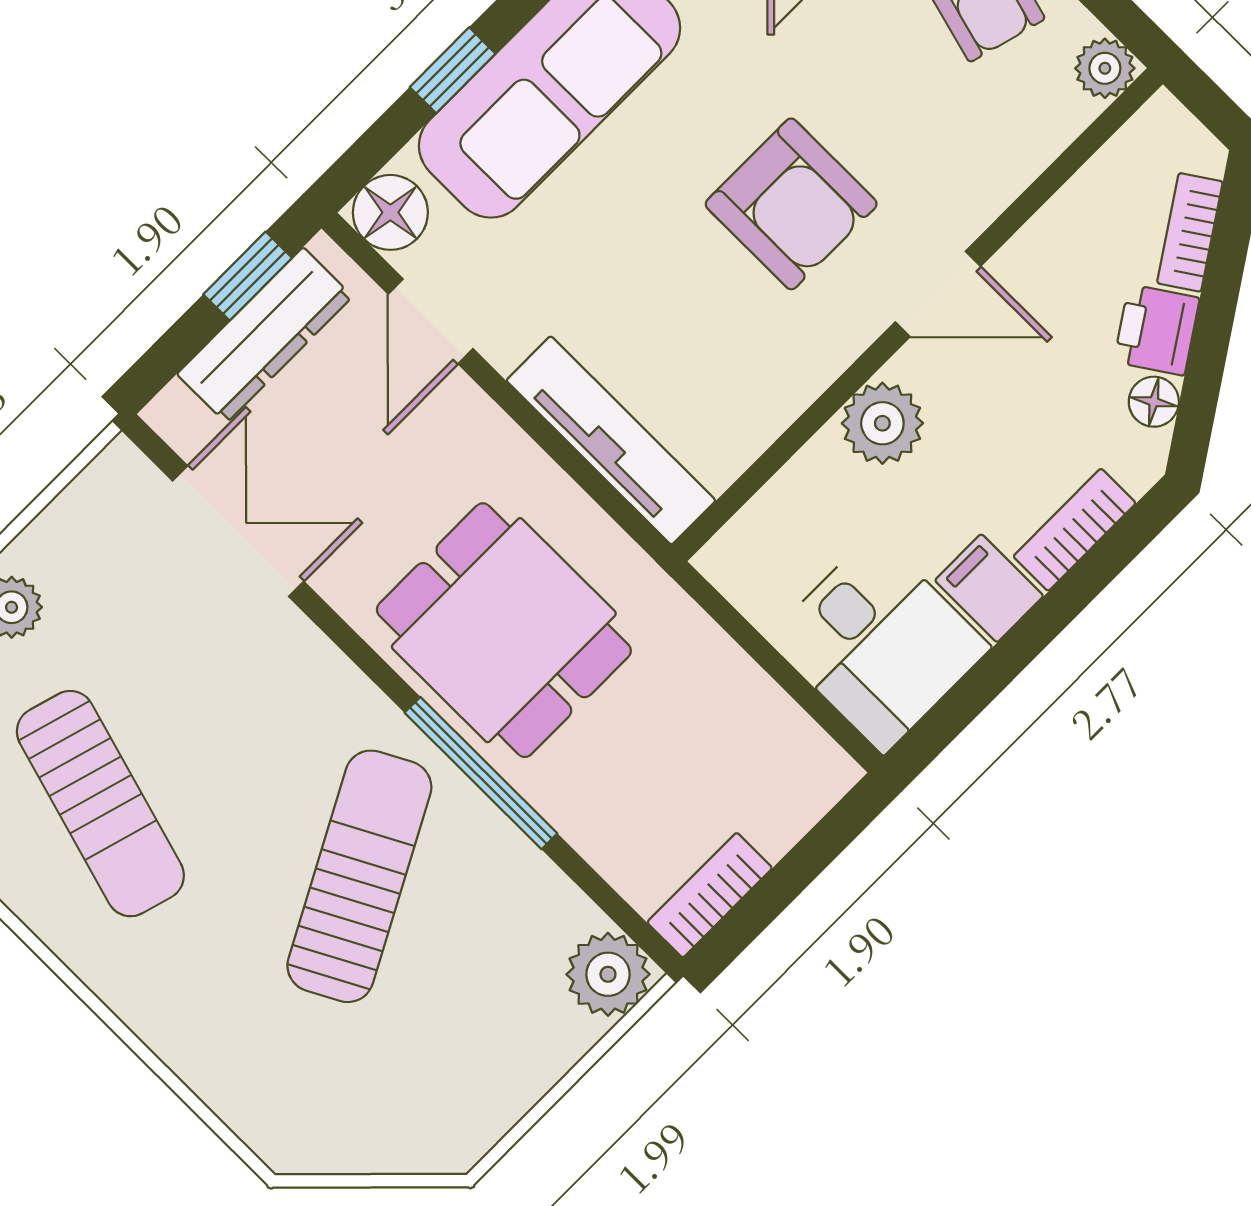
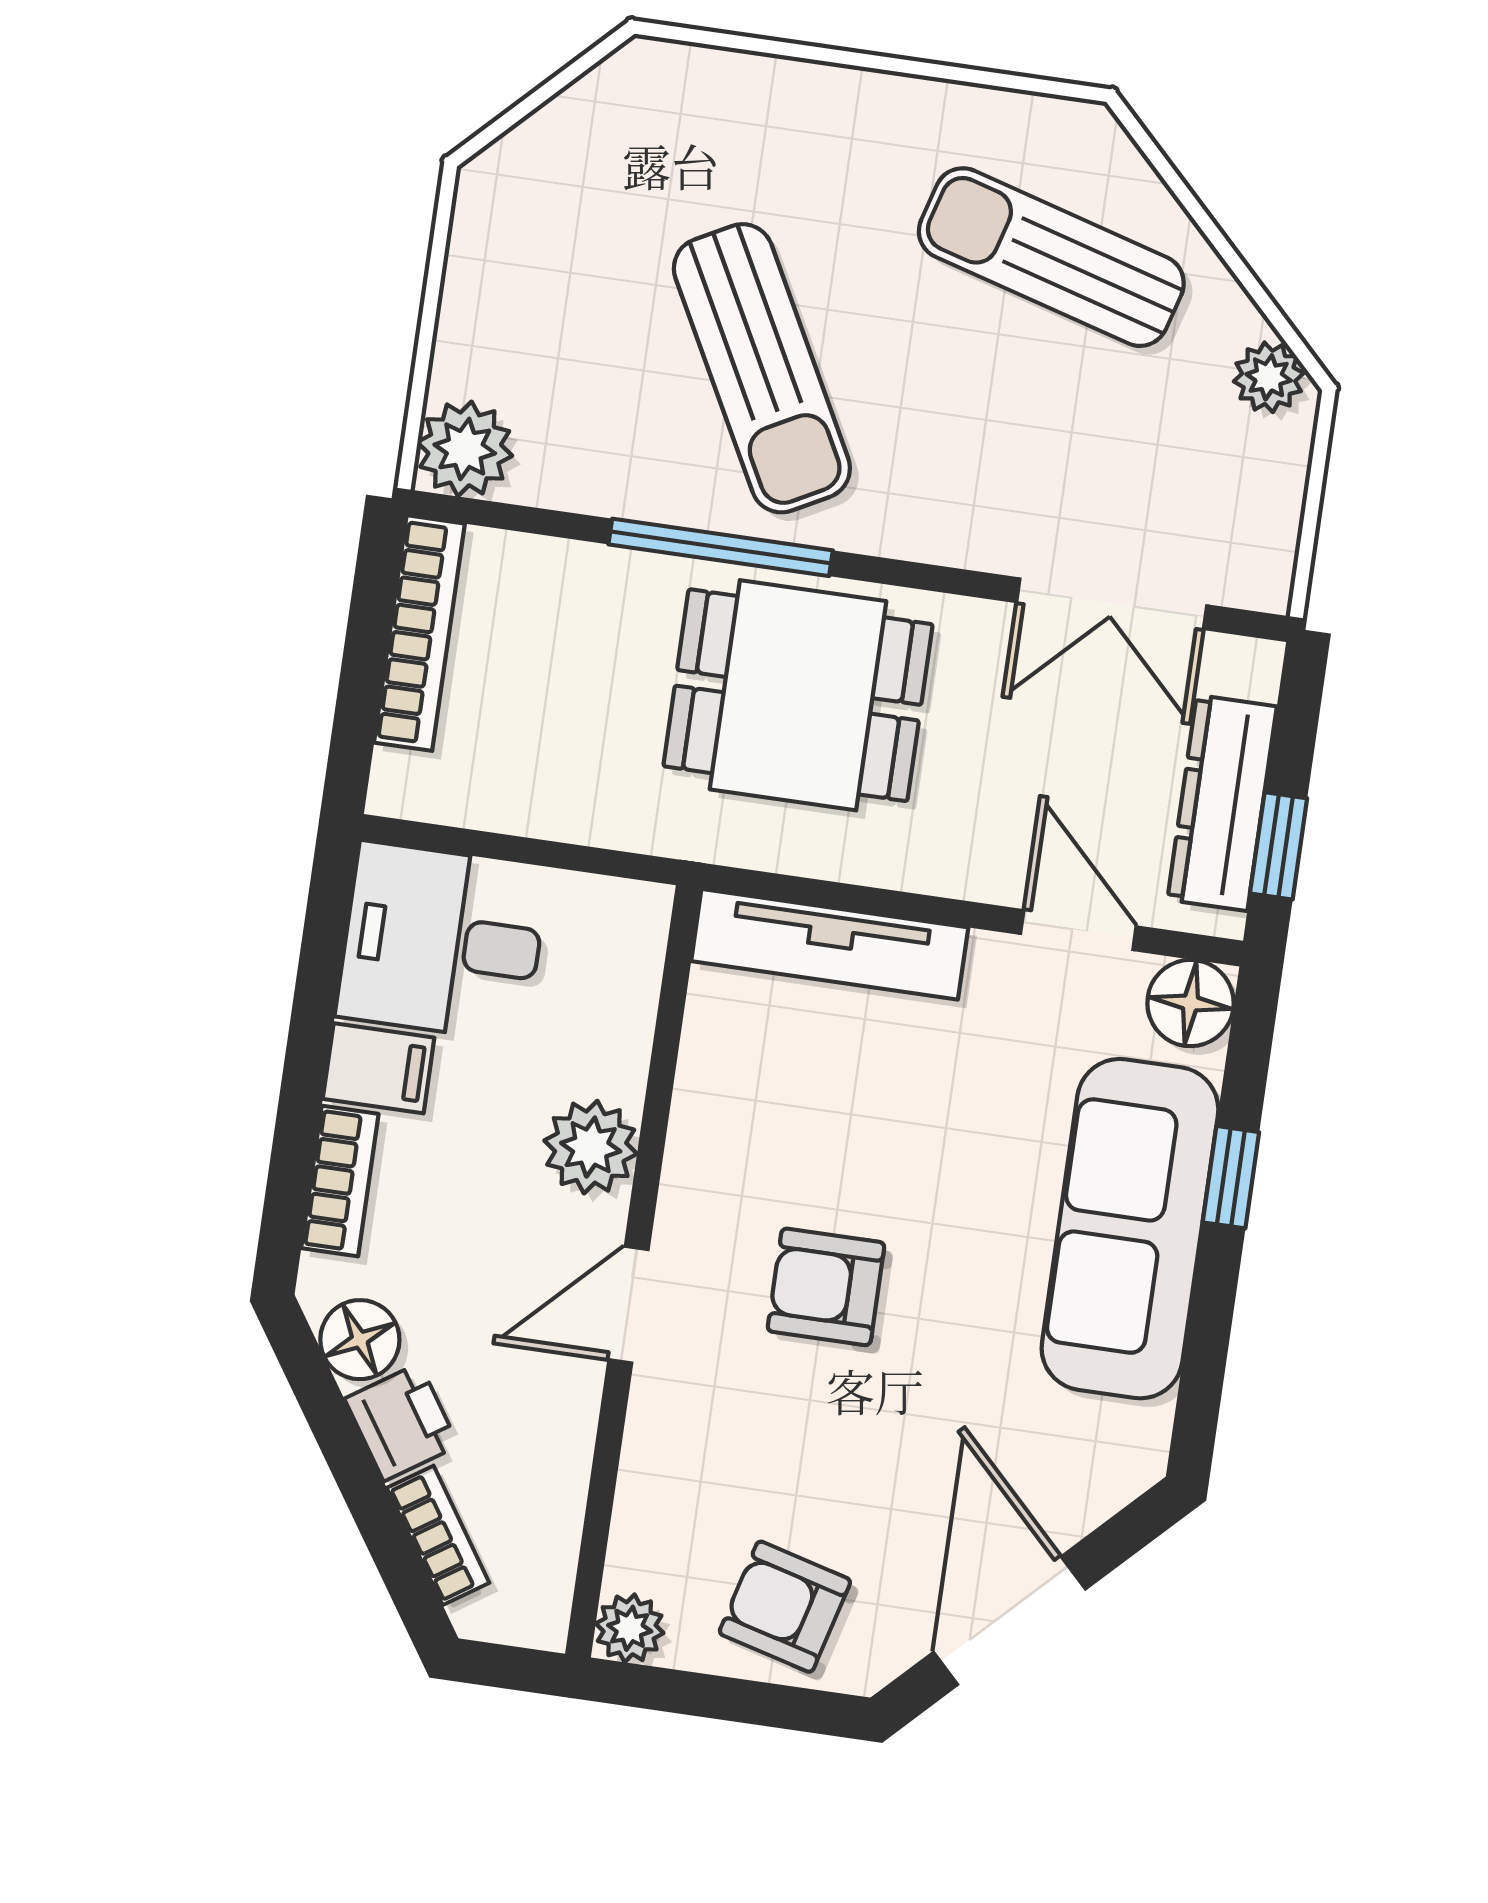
armchair: (791, 204) -> (826, 1287), width x0.72, depth x0.72
floor lamp: (1154, 402) -> (360, 1340), width x1.37, depth x1.37
bookcase: (710, 895) -> (419, 633), width x1.56

